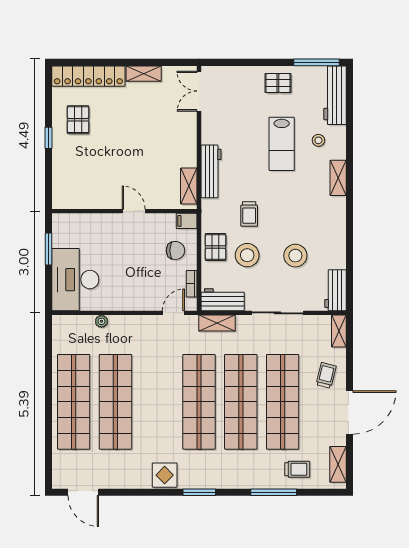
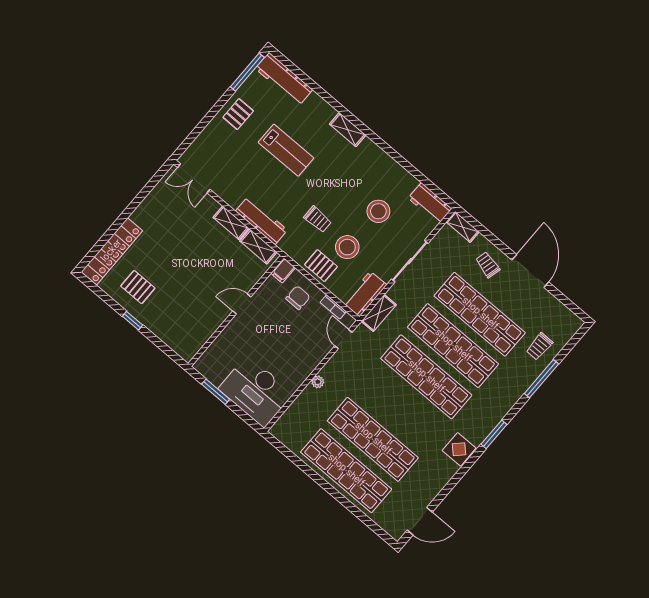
shelving: (144, 74) -> (231, 223), moved, turned 90
stool: (318, 140) -> (307, 120), removed
plant: (101, 321) -> (318, 382), moved
shelving: (338, 464) -> (562, 313), removed
trolley: (297, 469) -> (539, 346), turned 180

